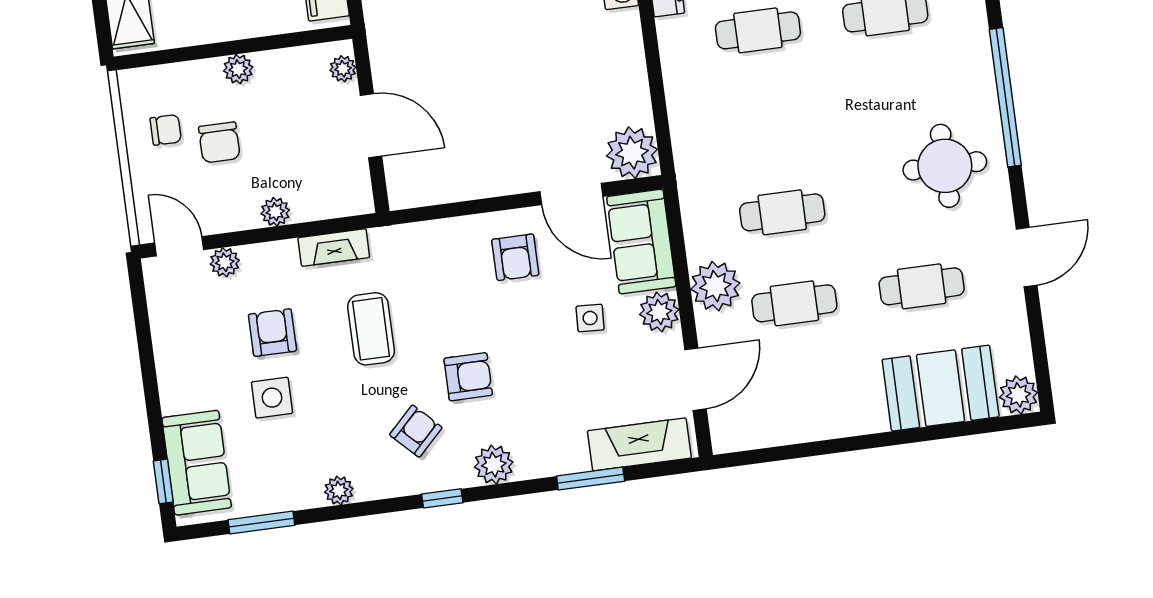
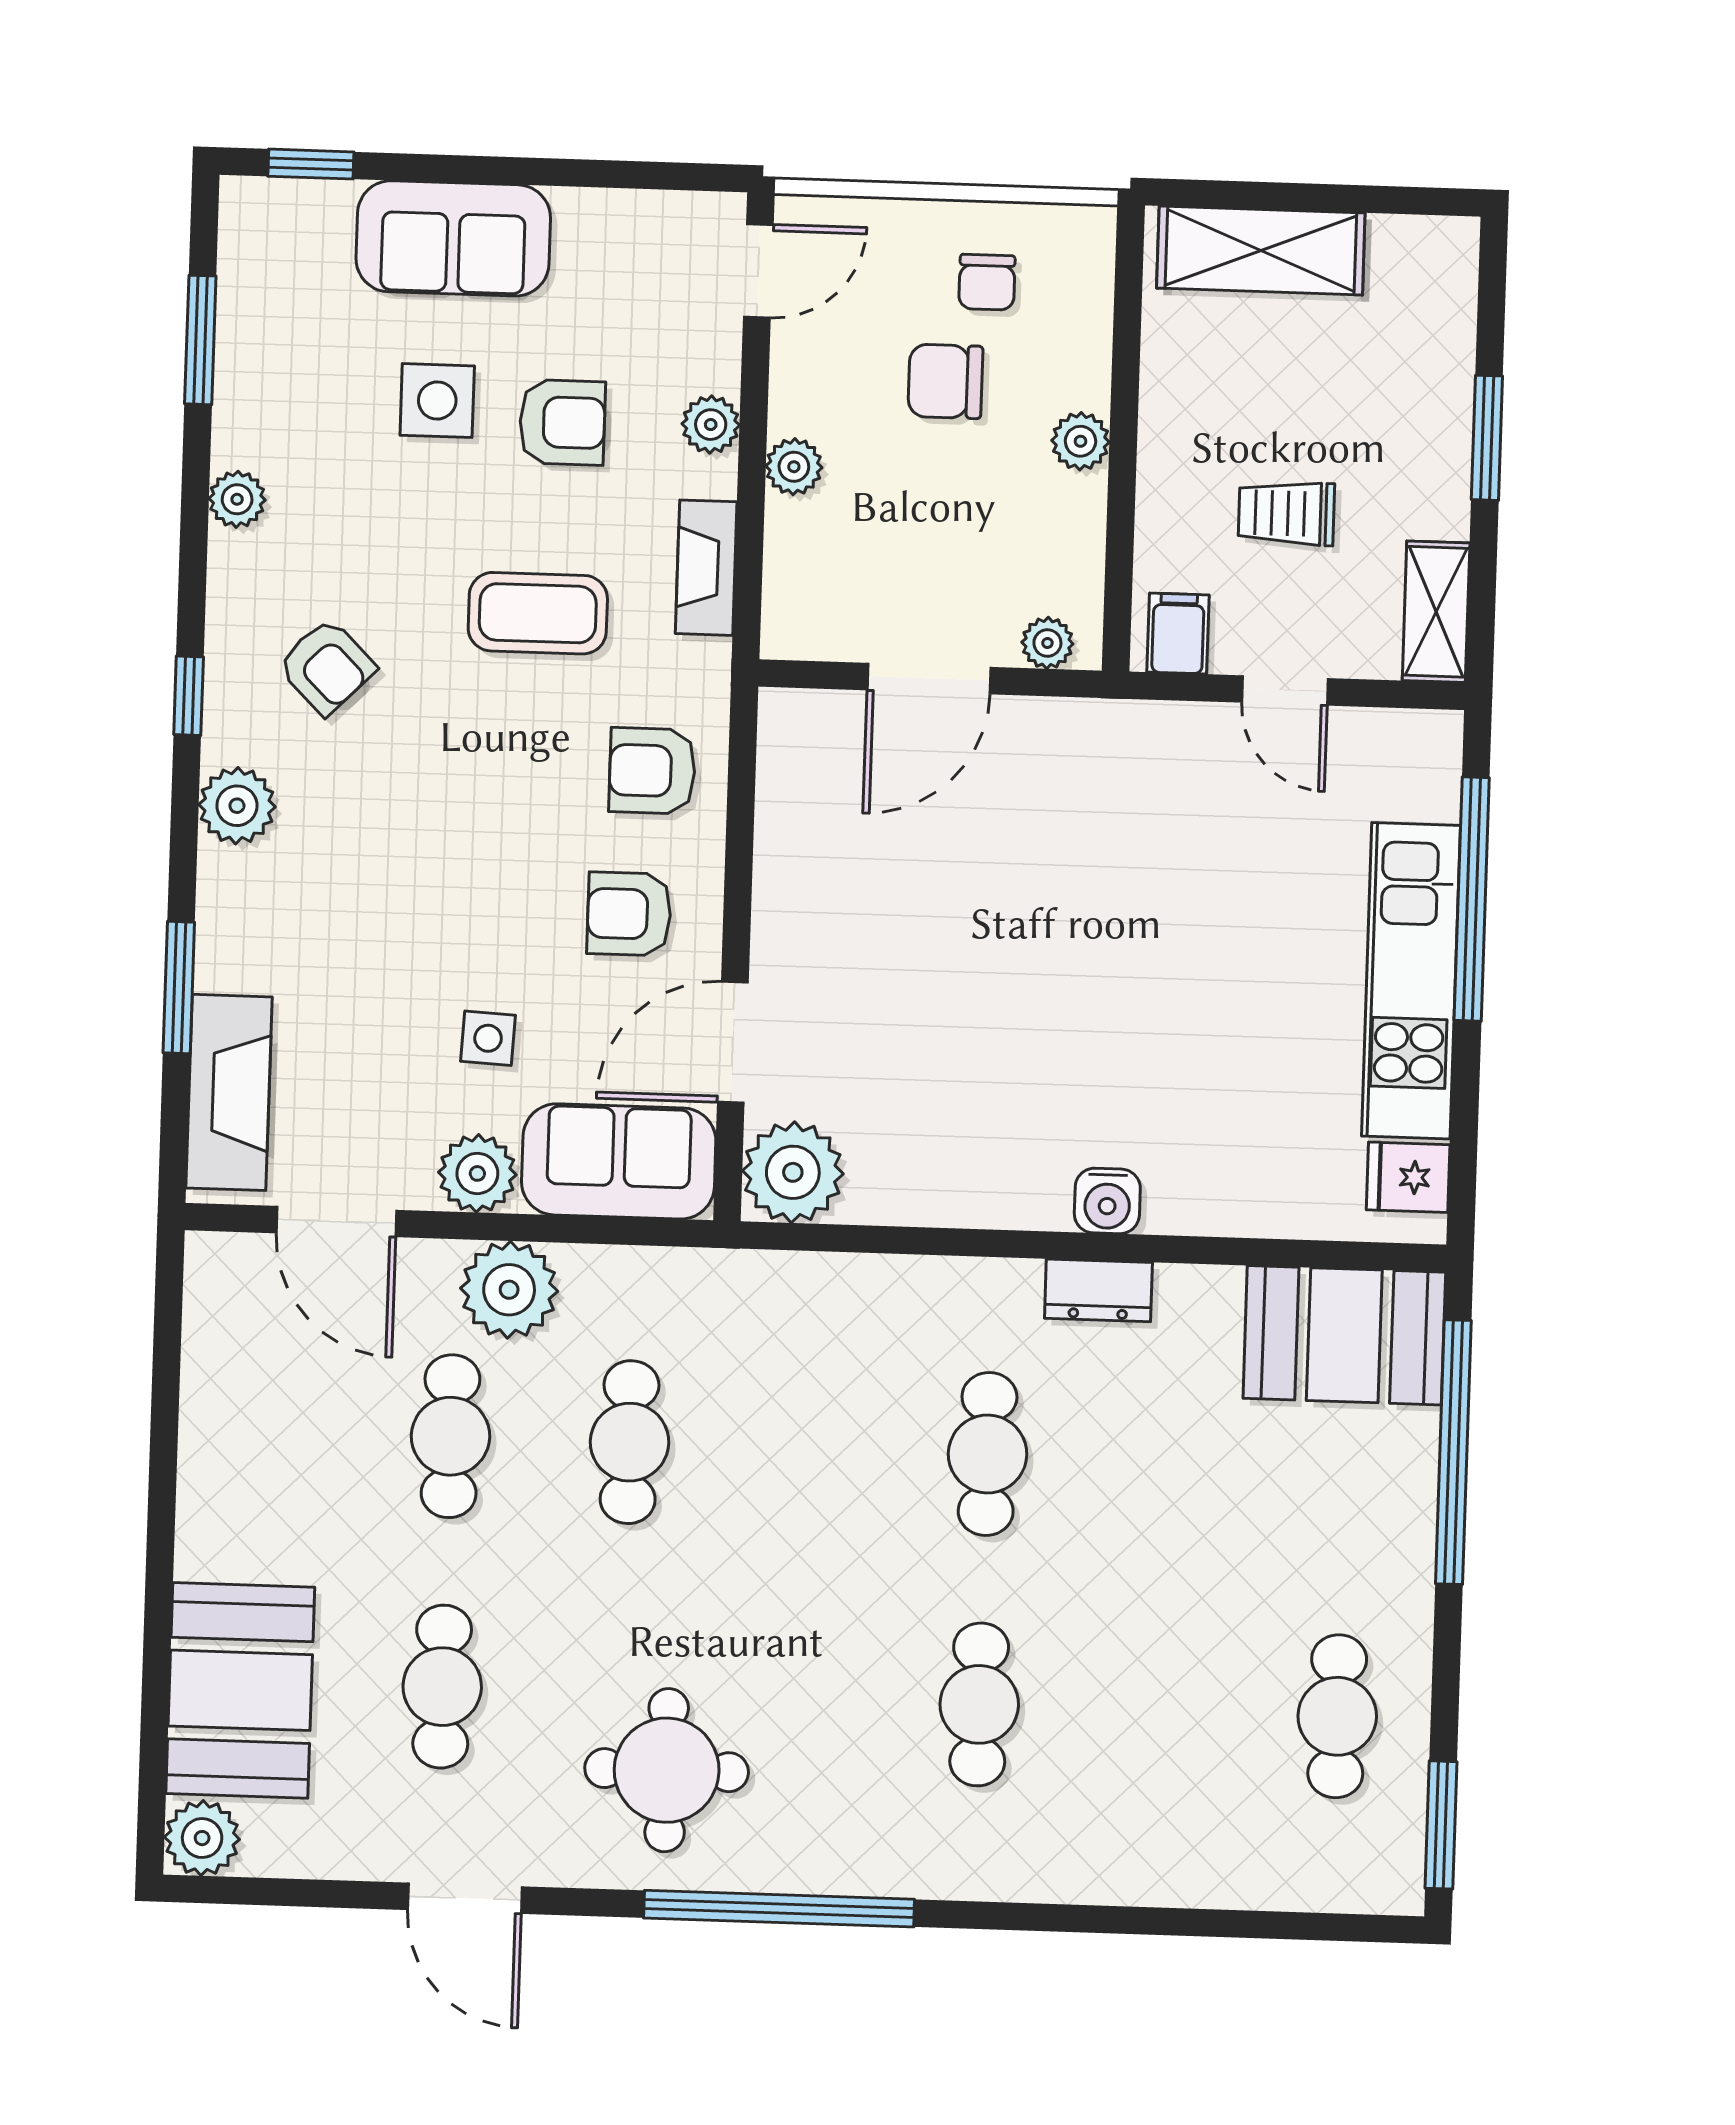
plant: (225, 262) -> (711, 425), moved
armchair: (468, 377) -> (652, 771), moved, turned 90
sofa: (197, 463) -> (453, 238), moved

